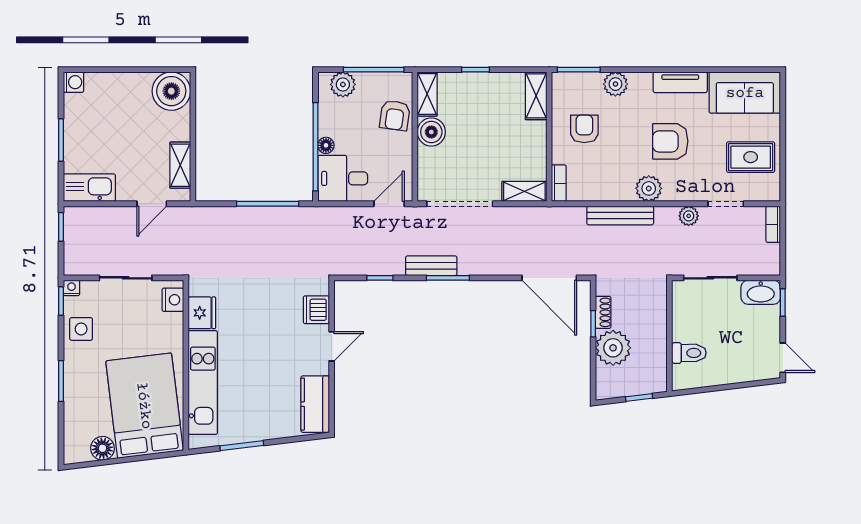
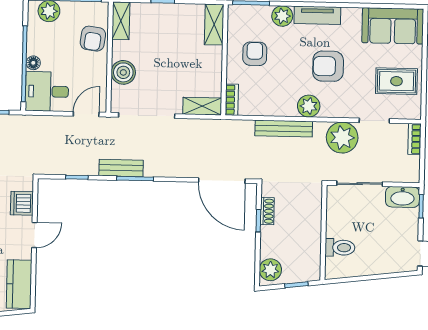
tv unit: (680, 82) -> (317, 15), moved
boiler: (431, 132) -> (123, 72), moved
plant: (689, 216) -> (342, 138), width x1.88, depth x1.88
plant: (613, 348) -> (270, 270), moved, width x0.73, depth x0.73

